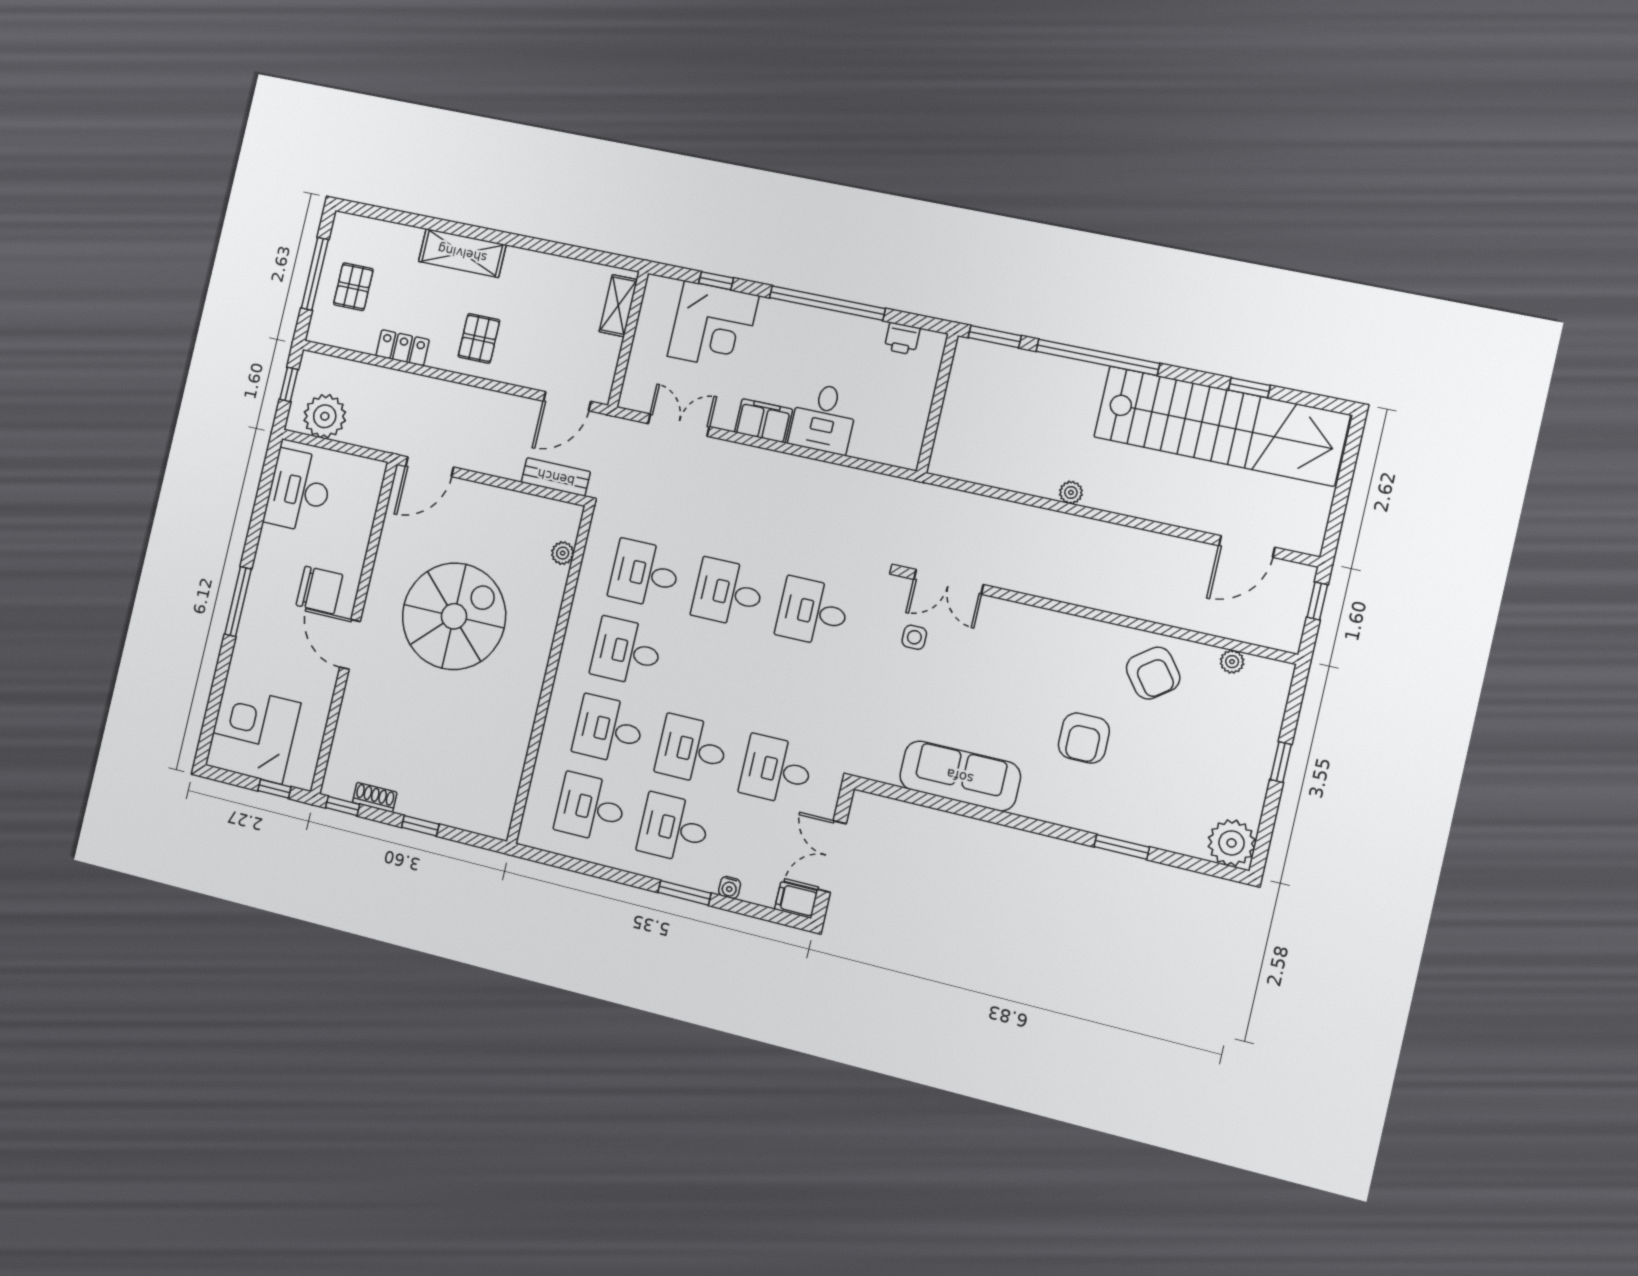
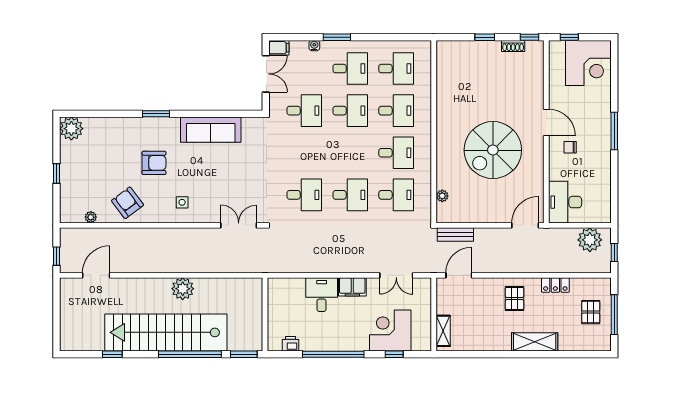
stairs: (1221, 426) -> (166, 332), moved
desk: (299, 491) -> (565, 202), moved, turned 180
plant: (1071, 492) -> (183, 289), width x1.88, depth x1.88
chair: (319, 590) -> (570, 147), width x0.54, depth x0.54
side table: (914, 637) -> (182, 202), moved
armchair: (1084, 738) -> (154, 163), turned 90
window: (1122, 847) -> (156, 114), moved

